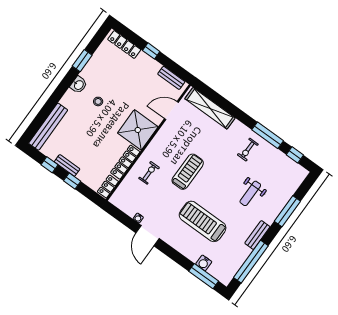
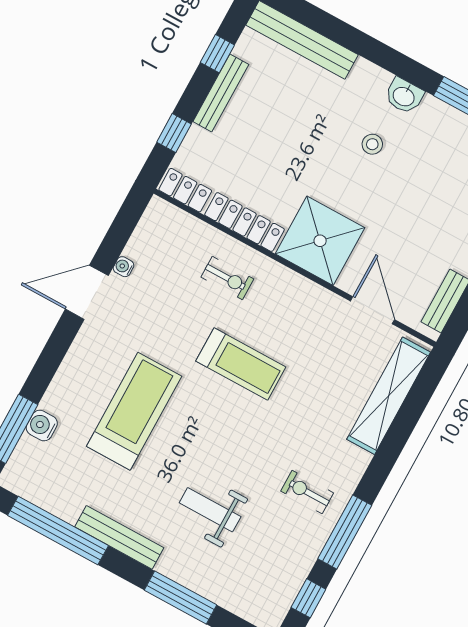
bench: (67, 165) -> (221, 93), width x1.36
window: (72, 181) -> (174, 133), moved
bench: (257, 235) -> (119, 537), width x1.36

